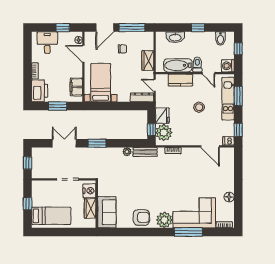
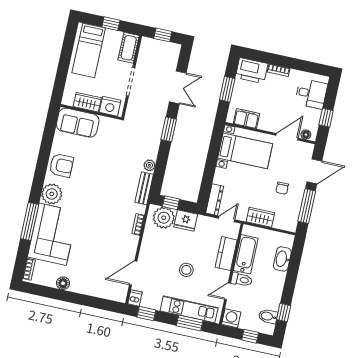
door: (105, 28) -> (314, 171), swing flipped
window: (198, 28) -> (284, 313), moved
cot: (43, 186) -> (129, 48), added
armchair: (141, 217) -> (61, 165), turned -90

